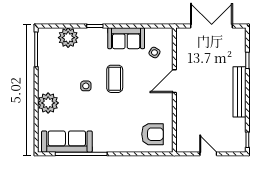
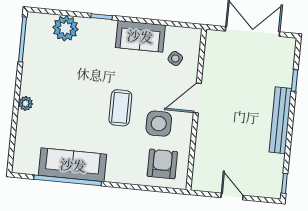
coffee table: (115, 79) -> (120, 108), moved
side table: (86, 86) -> (159, 124), moved, width x1.87, depth x1.87
plant: (48, 103) -> (26, 103), width x0.53, depth x0.53
armchair: (152, 134) -> (162, 164), turned -90
sofa: (67, 142) -> (73, 165), moved

